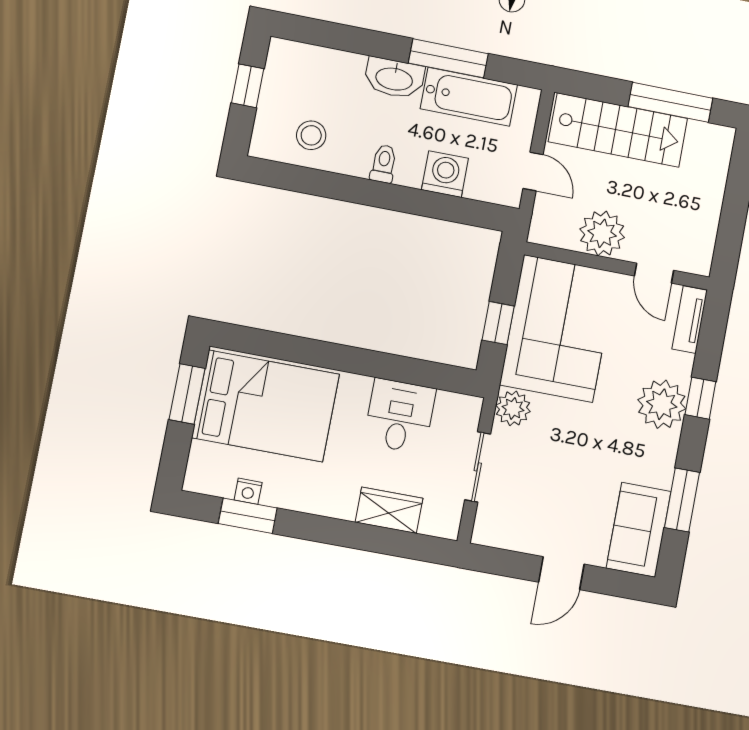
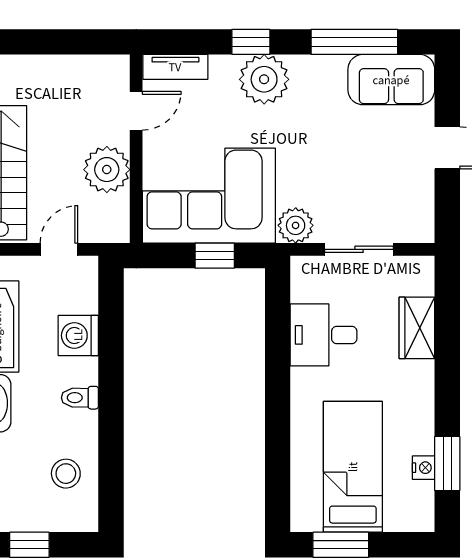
bed: (266, 406) -> (353, 467), width x0.67
window: (682, 500) -> (354, 42), width x1.44

